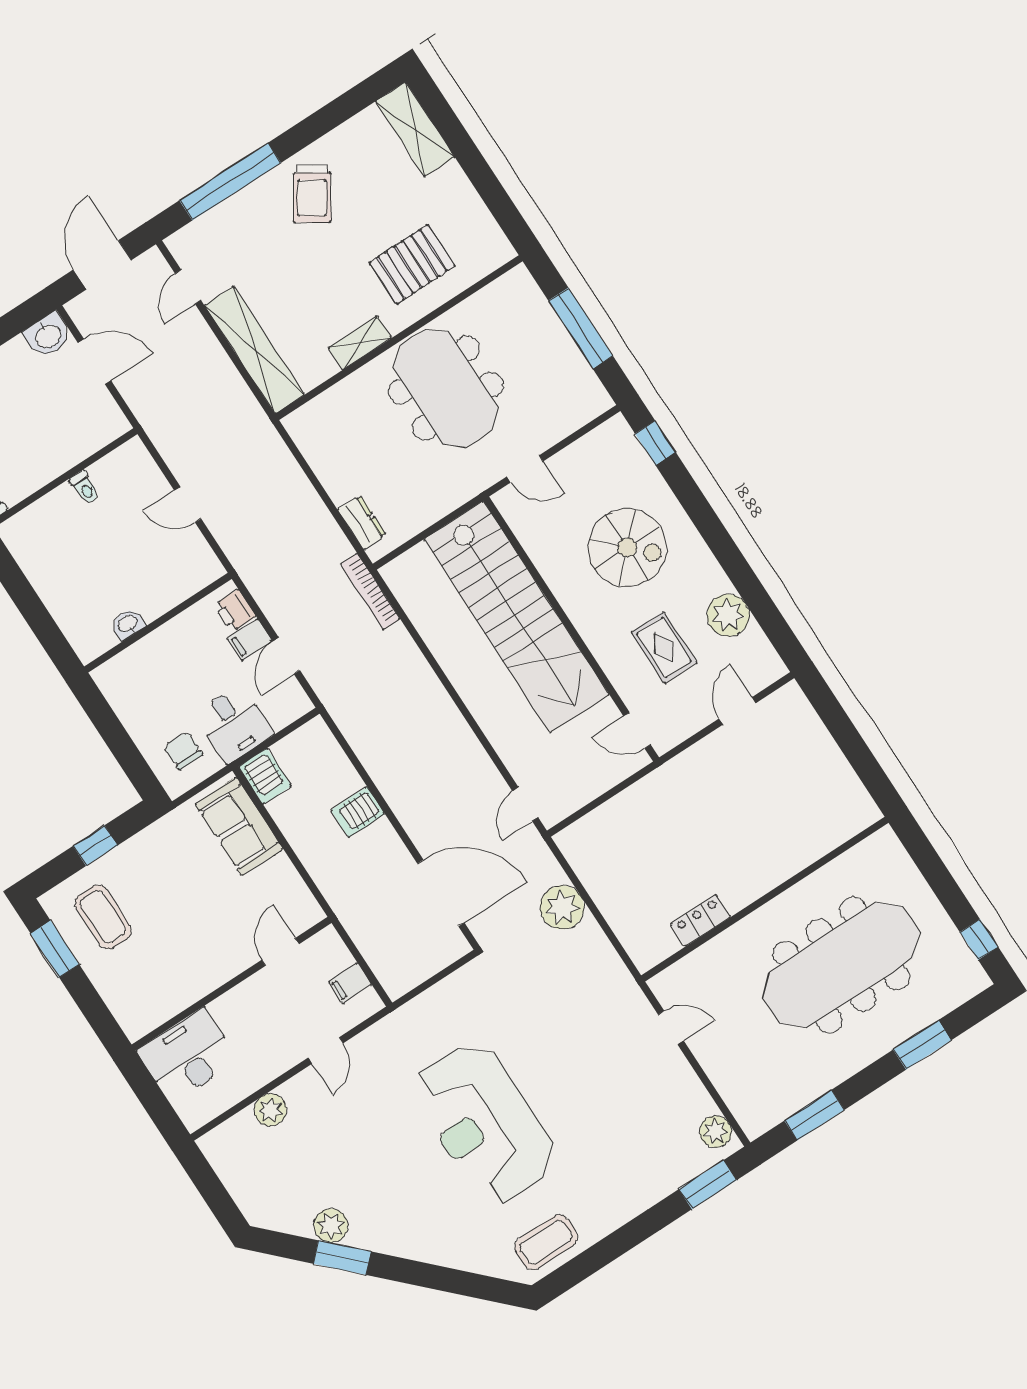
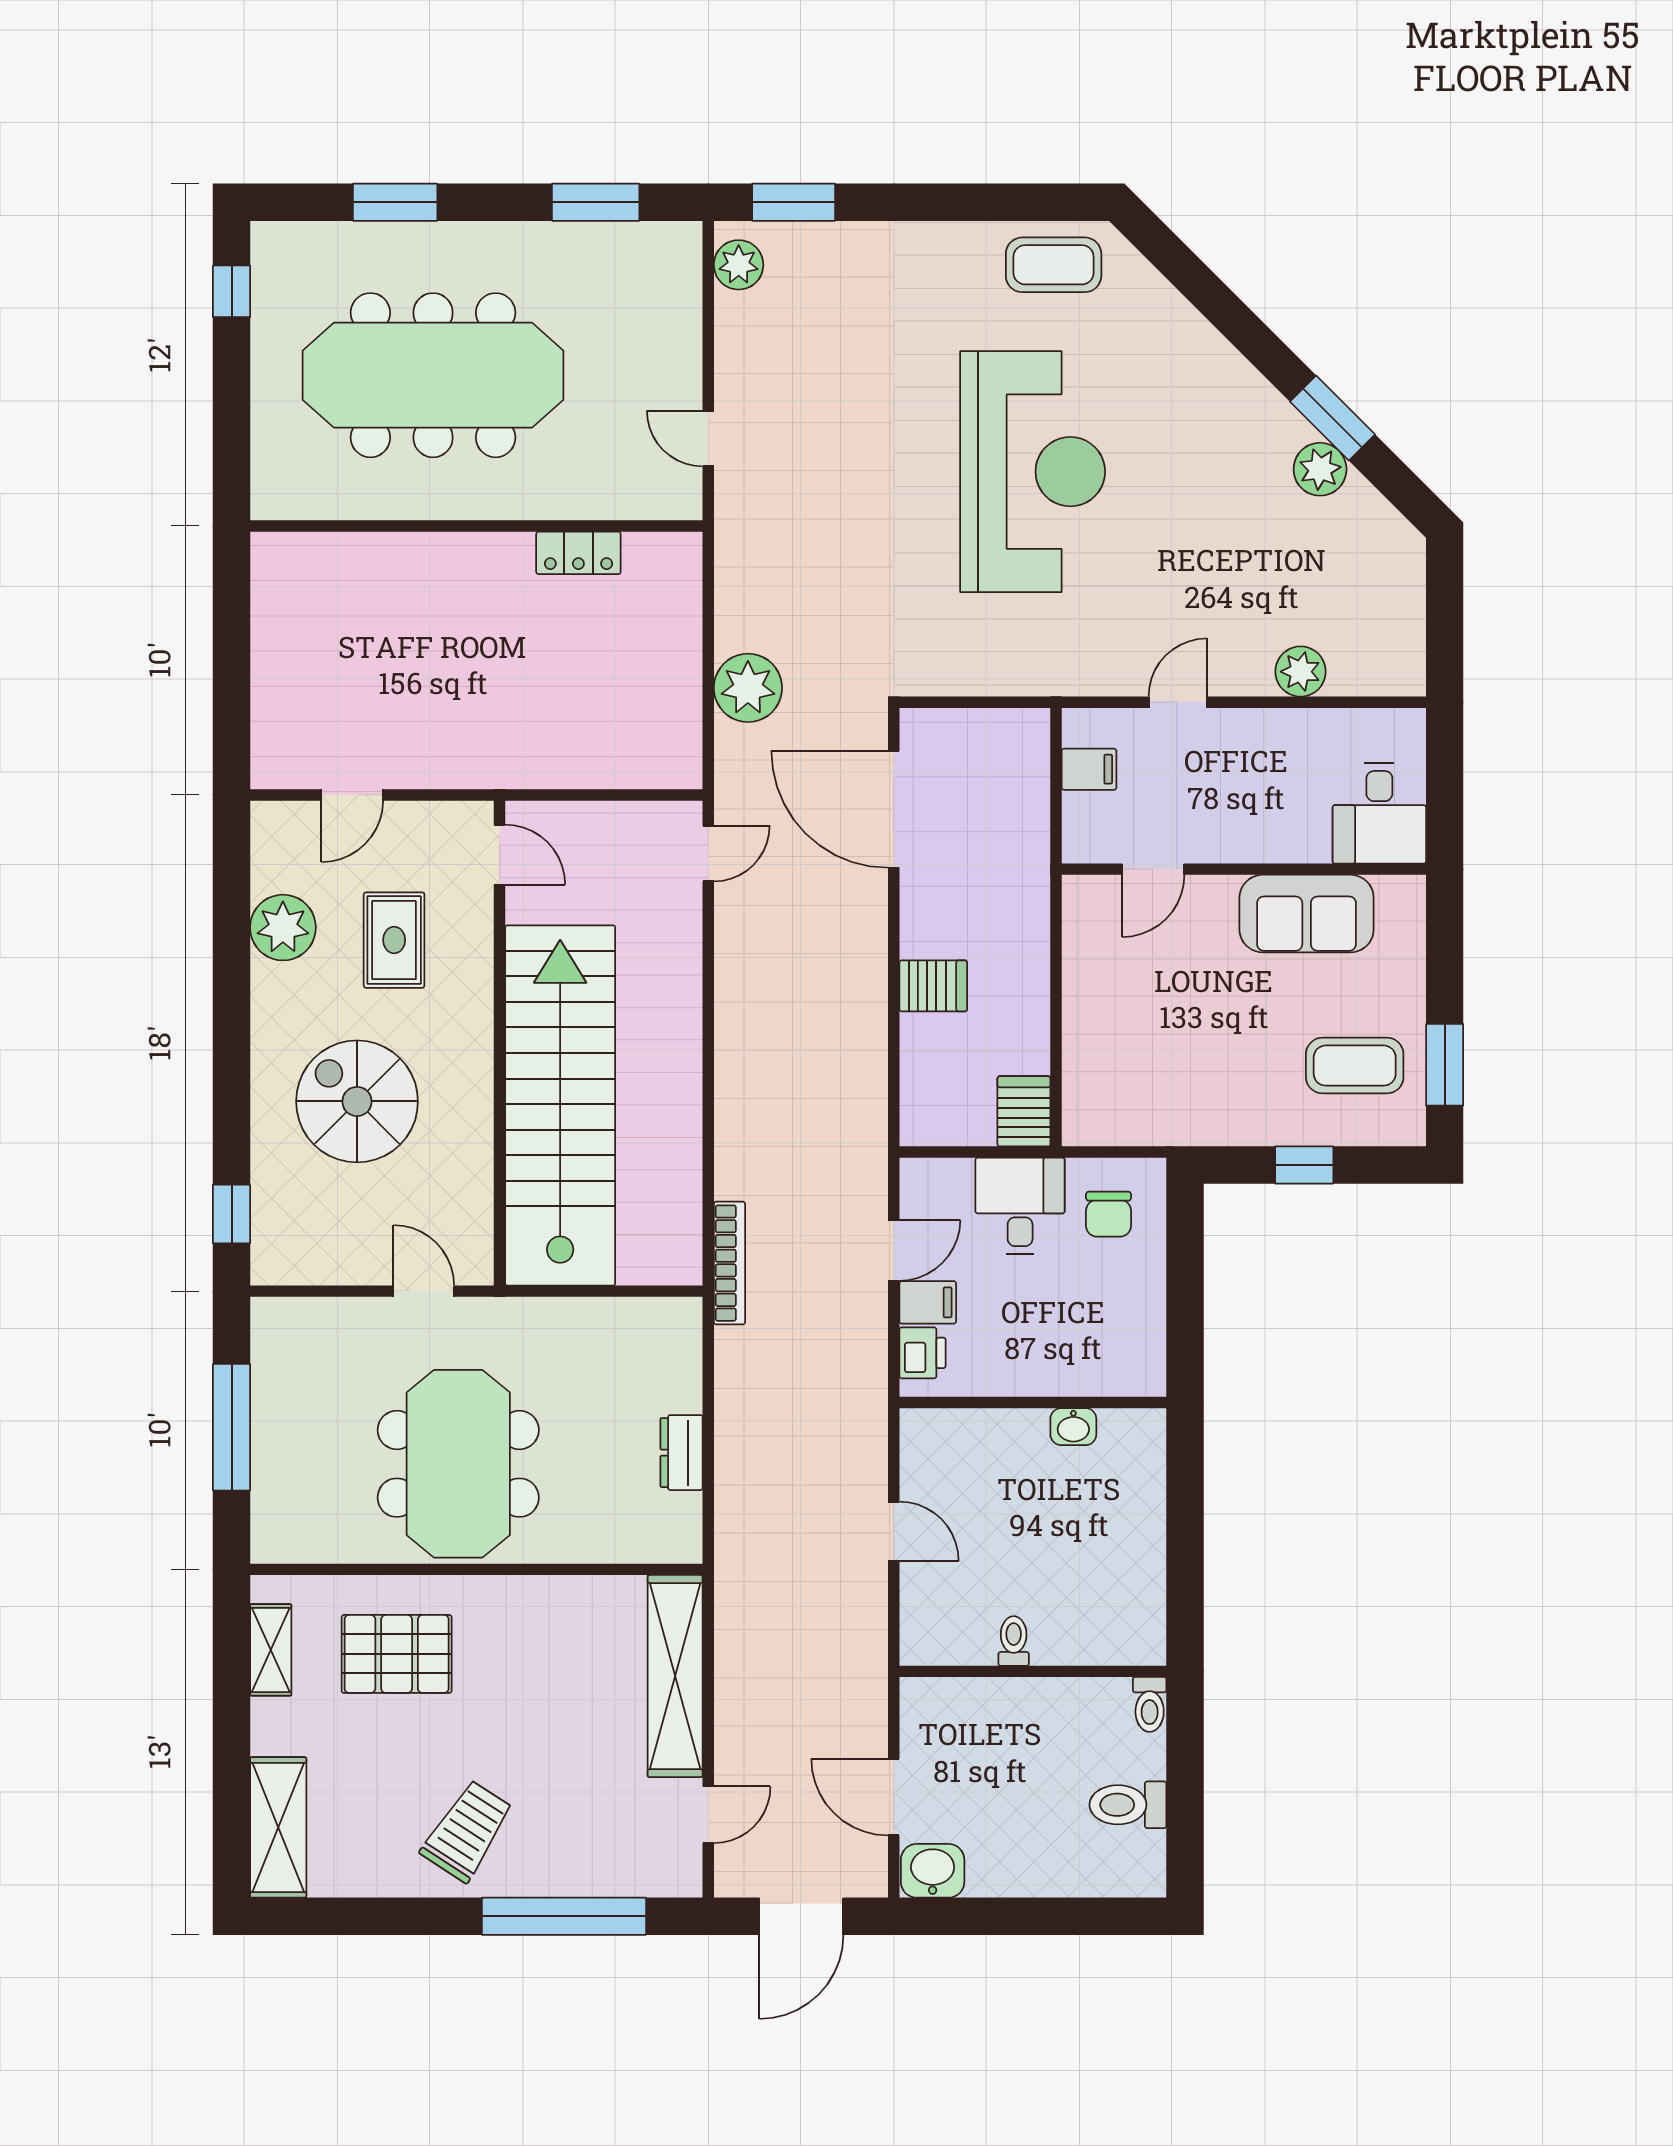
shelving: (360, 343) -> (271, 1650), moved, turned 90
dresser: (362, 522) -> (682, 1453), moved
sofa: (239, 827) -> (1307, 914), moved, turned 90
coffee table: (103, 917) -> (1355, 1066), turned 90
desk: (188, 1055) -> (1379, 813), width x0.73

